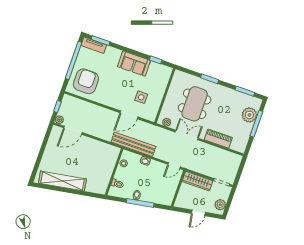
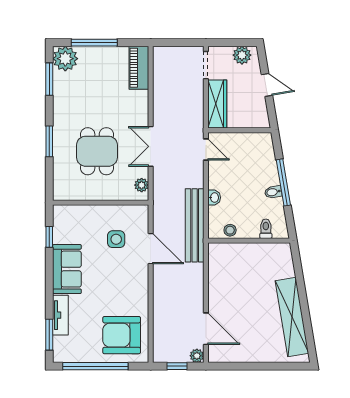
tv unit: (94, 45) -> (60, 315), moved
dining table: (195, 104) -> (97, 151), width x0.73
plant: (249, 115) -> (65, 59), moved
piano: (218, 139) -> (139, 68), moved

